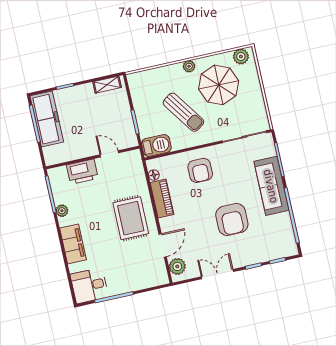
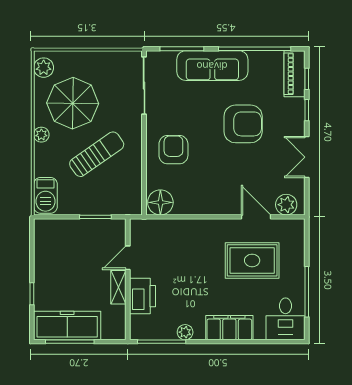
shelving: (107, 85) -> (118, 287), moved
barbecue: (156, 146) -> (45, 195), moved, turned 180
armchair: (200, 170) -> (173, 150), turned -90
floor lamp: (154, 175) -> (160, 202), width x1.89, depth x1.89
piano: (162, 199) -> (295, 74), moved, turned -90
rug: (131, 218) -> (252, 260), moved

